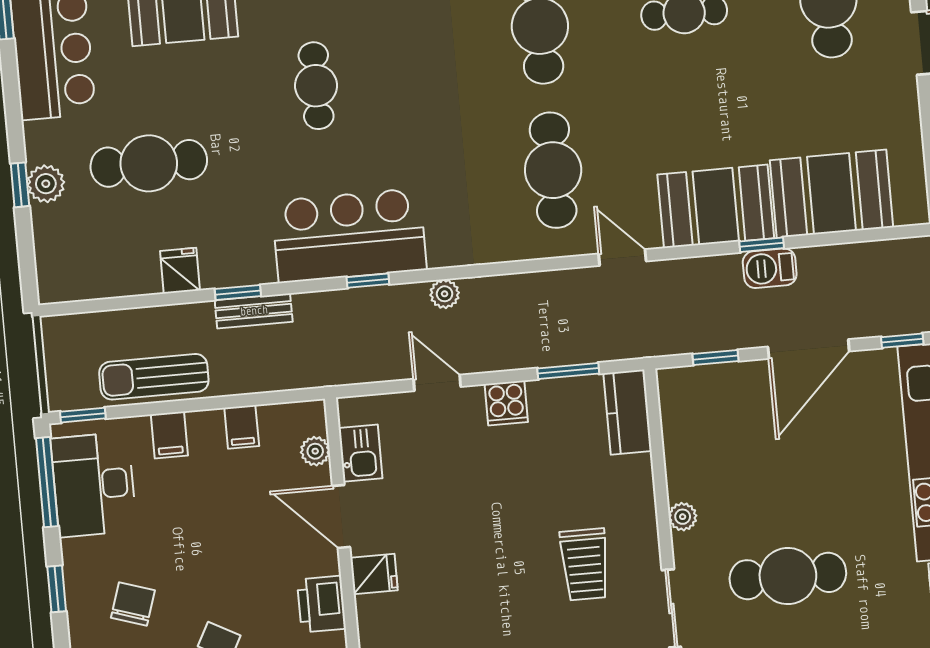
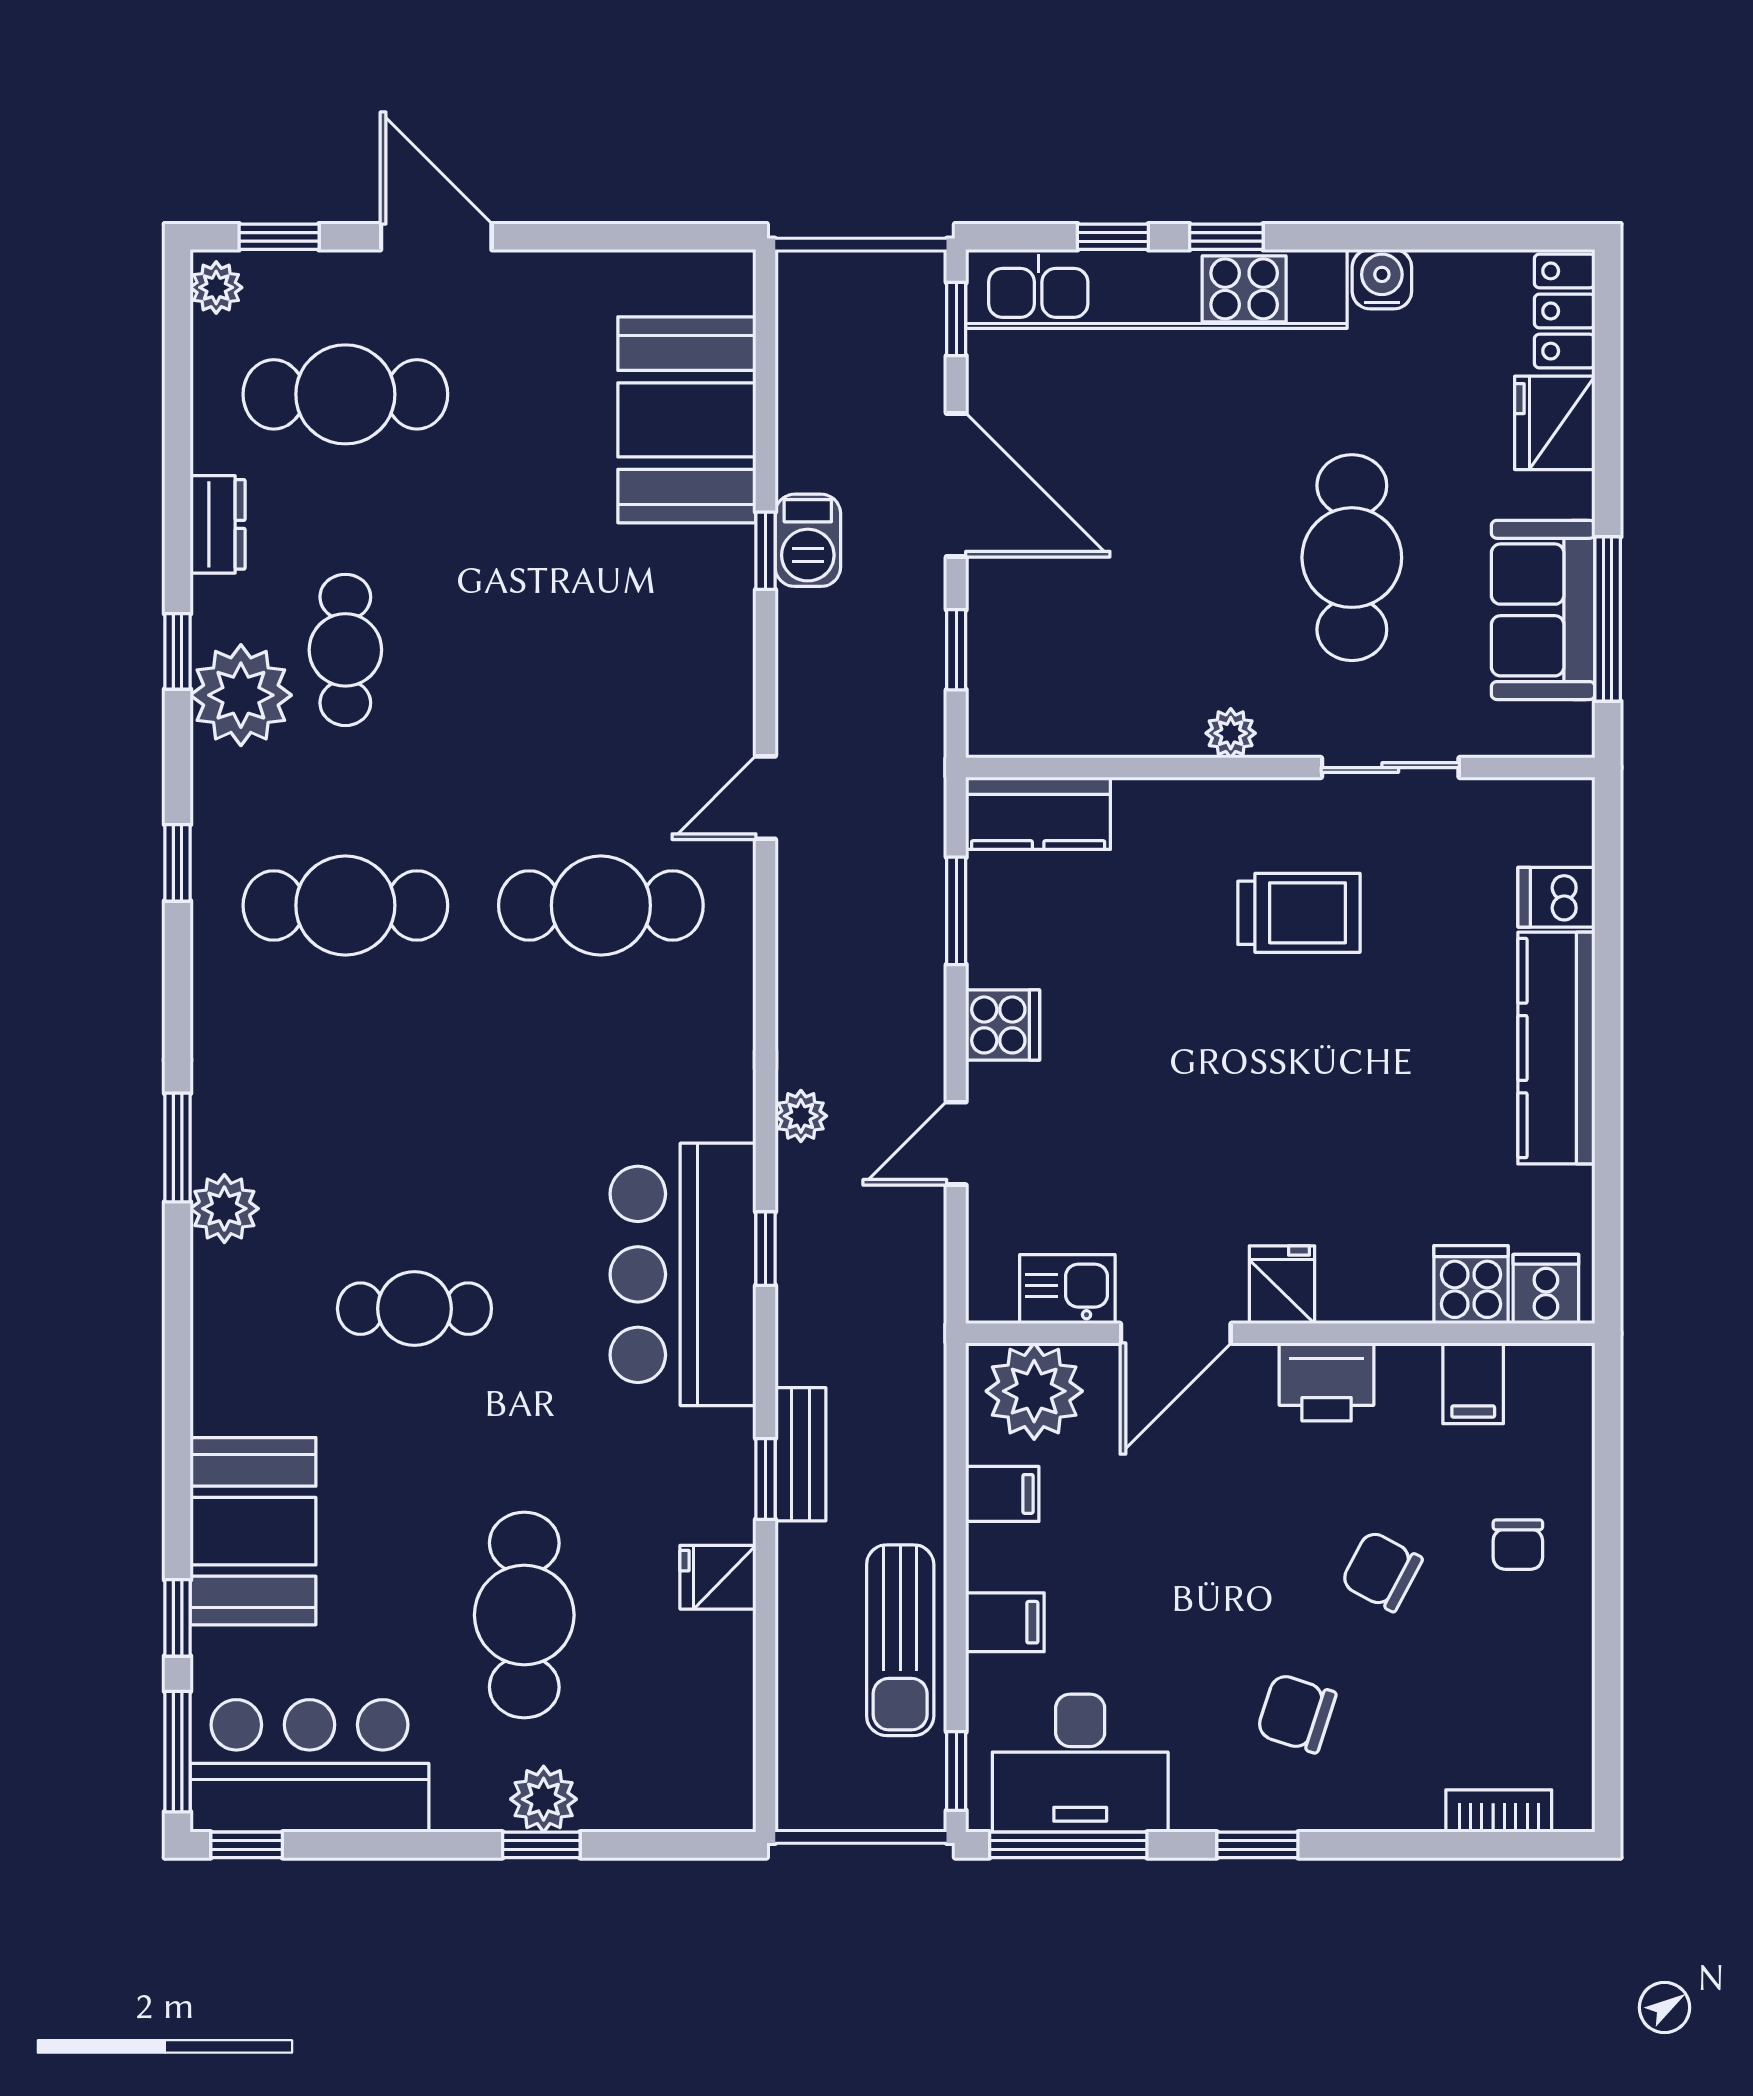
booth: (716, 206) -> (691, 625), removed
plant: (315, 451) -> (1034, 1391), width x1.87, depth x1.87

